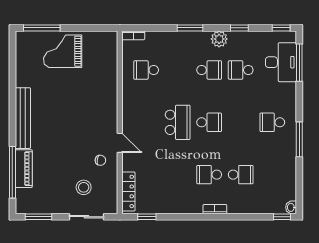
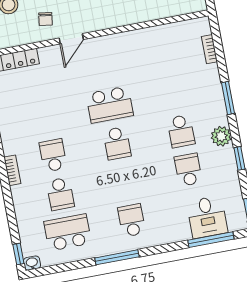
bookcase: (133, 35) -> (209, 49), moved
desk: (281, 62) -> (207, 217), width x0.73
school desk: (146, 70) -> (68, 232), moved, width x1.85

